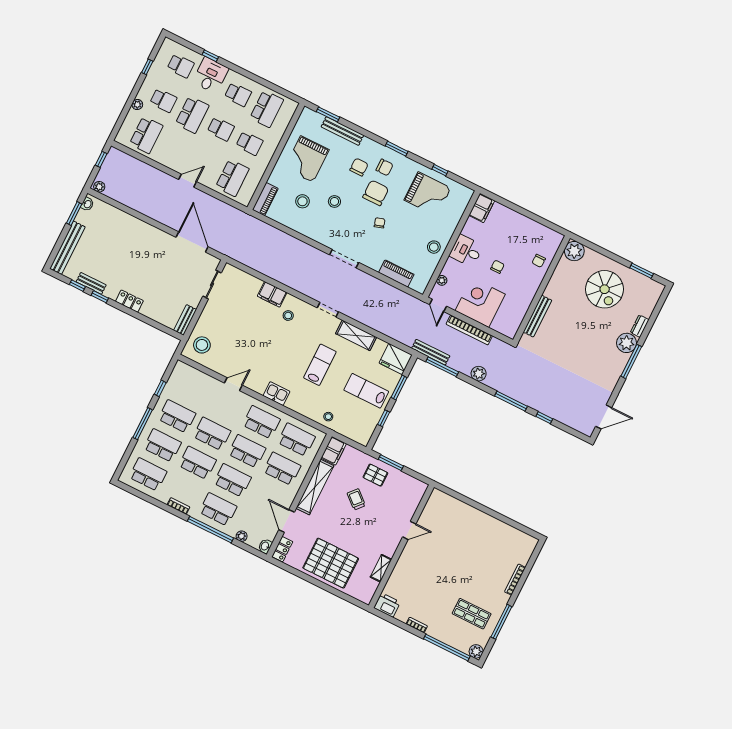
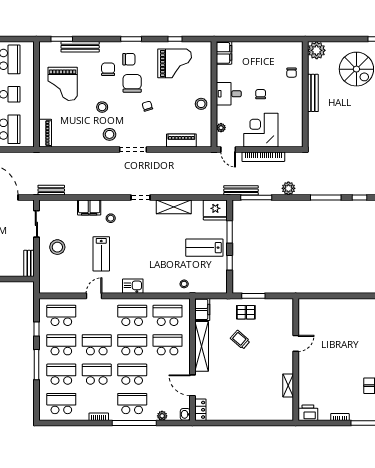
stool: (302, 201) -> (110, 134), moved
bench: (243, 258) -> (51, 190), added
bench: (537, 316) -> (313, 93), moved
stool: (202, 345) -> (57, 247), moved
lab bench: (320, 365) -> (101, 254), moved, turned 180
school desk: (191, 387) -> (61, 315), added
pallet: (331, 563) -> (245, 402), removed

